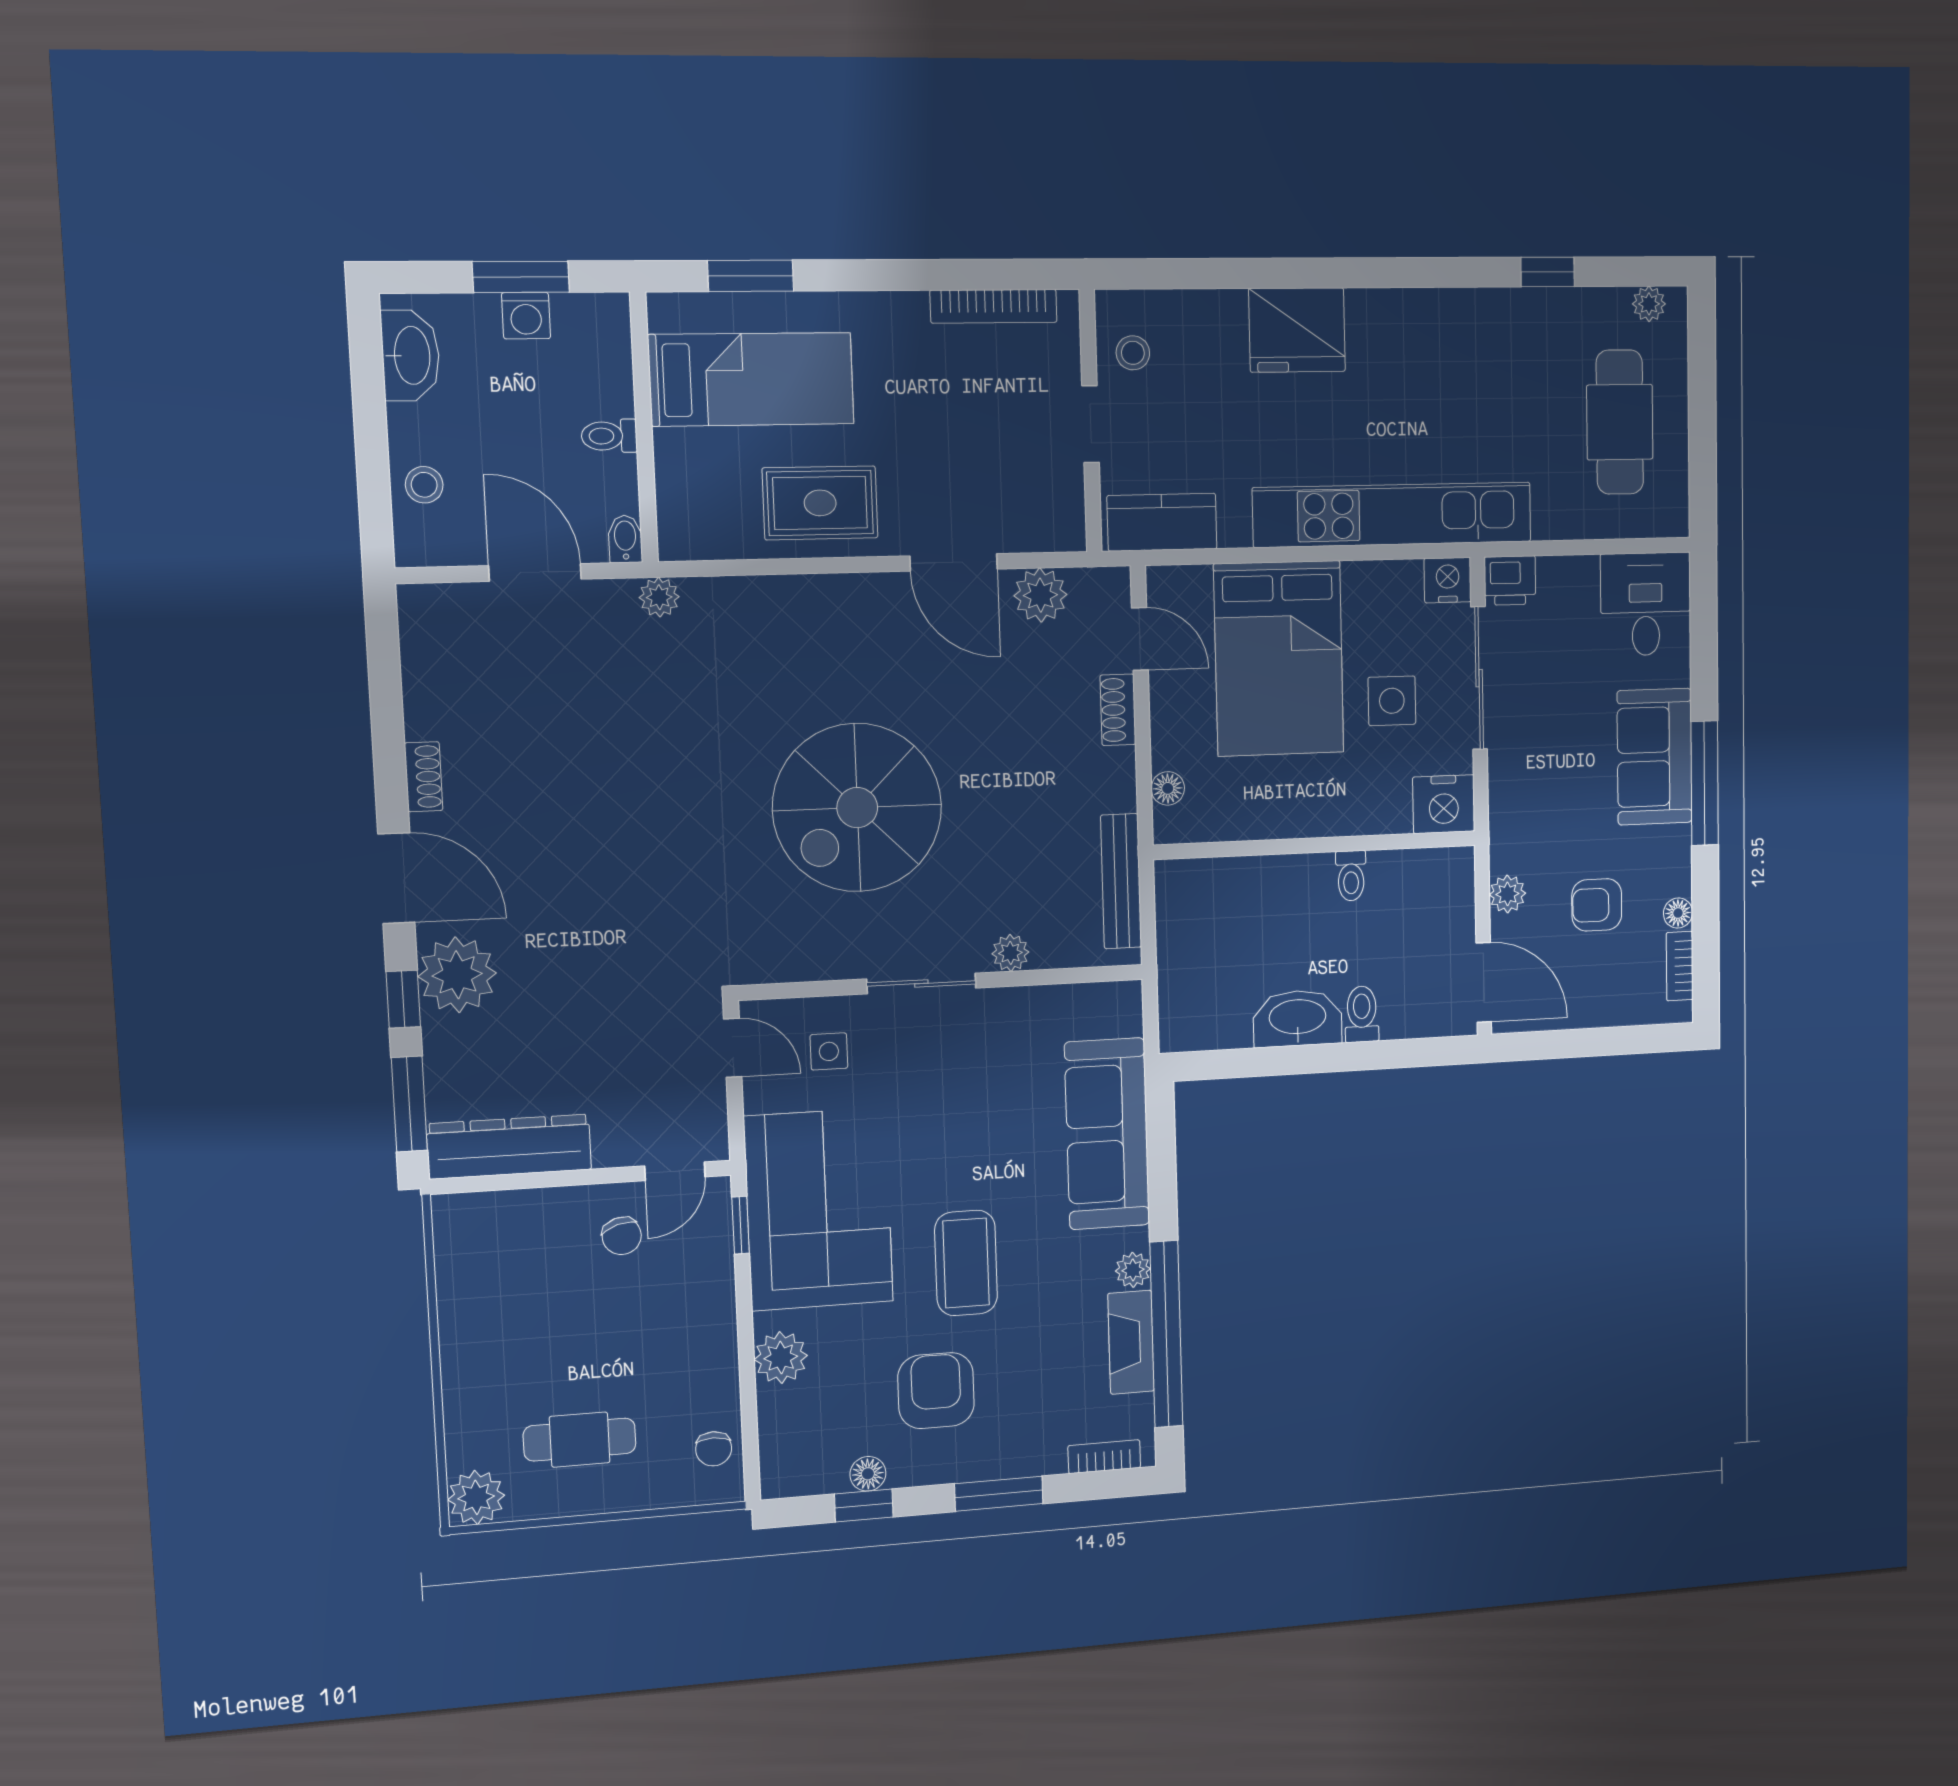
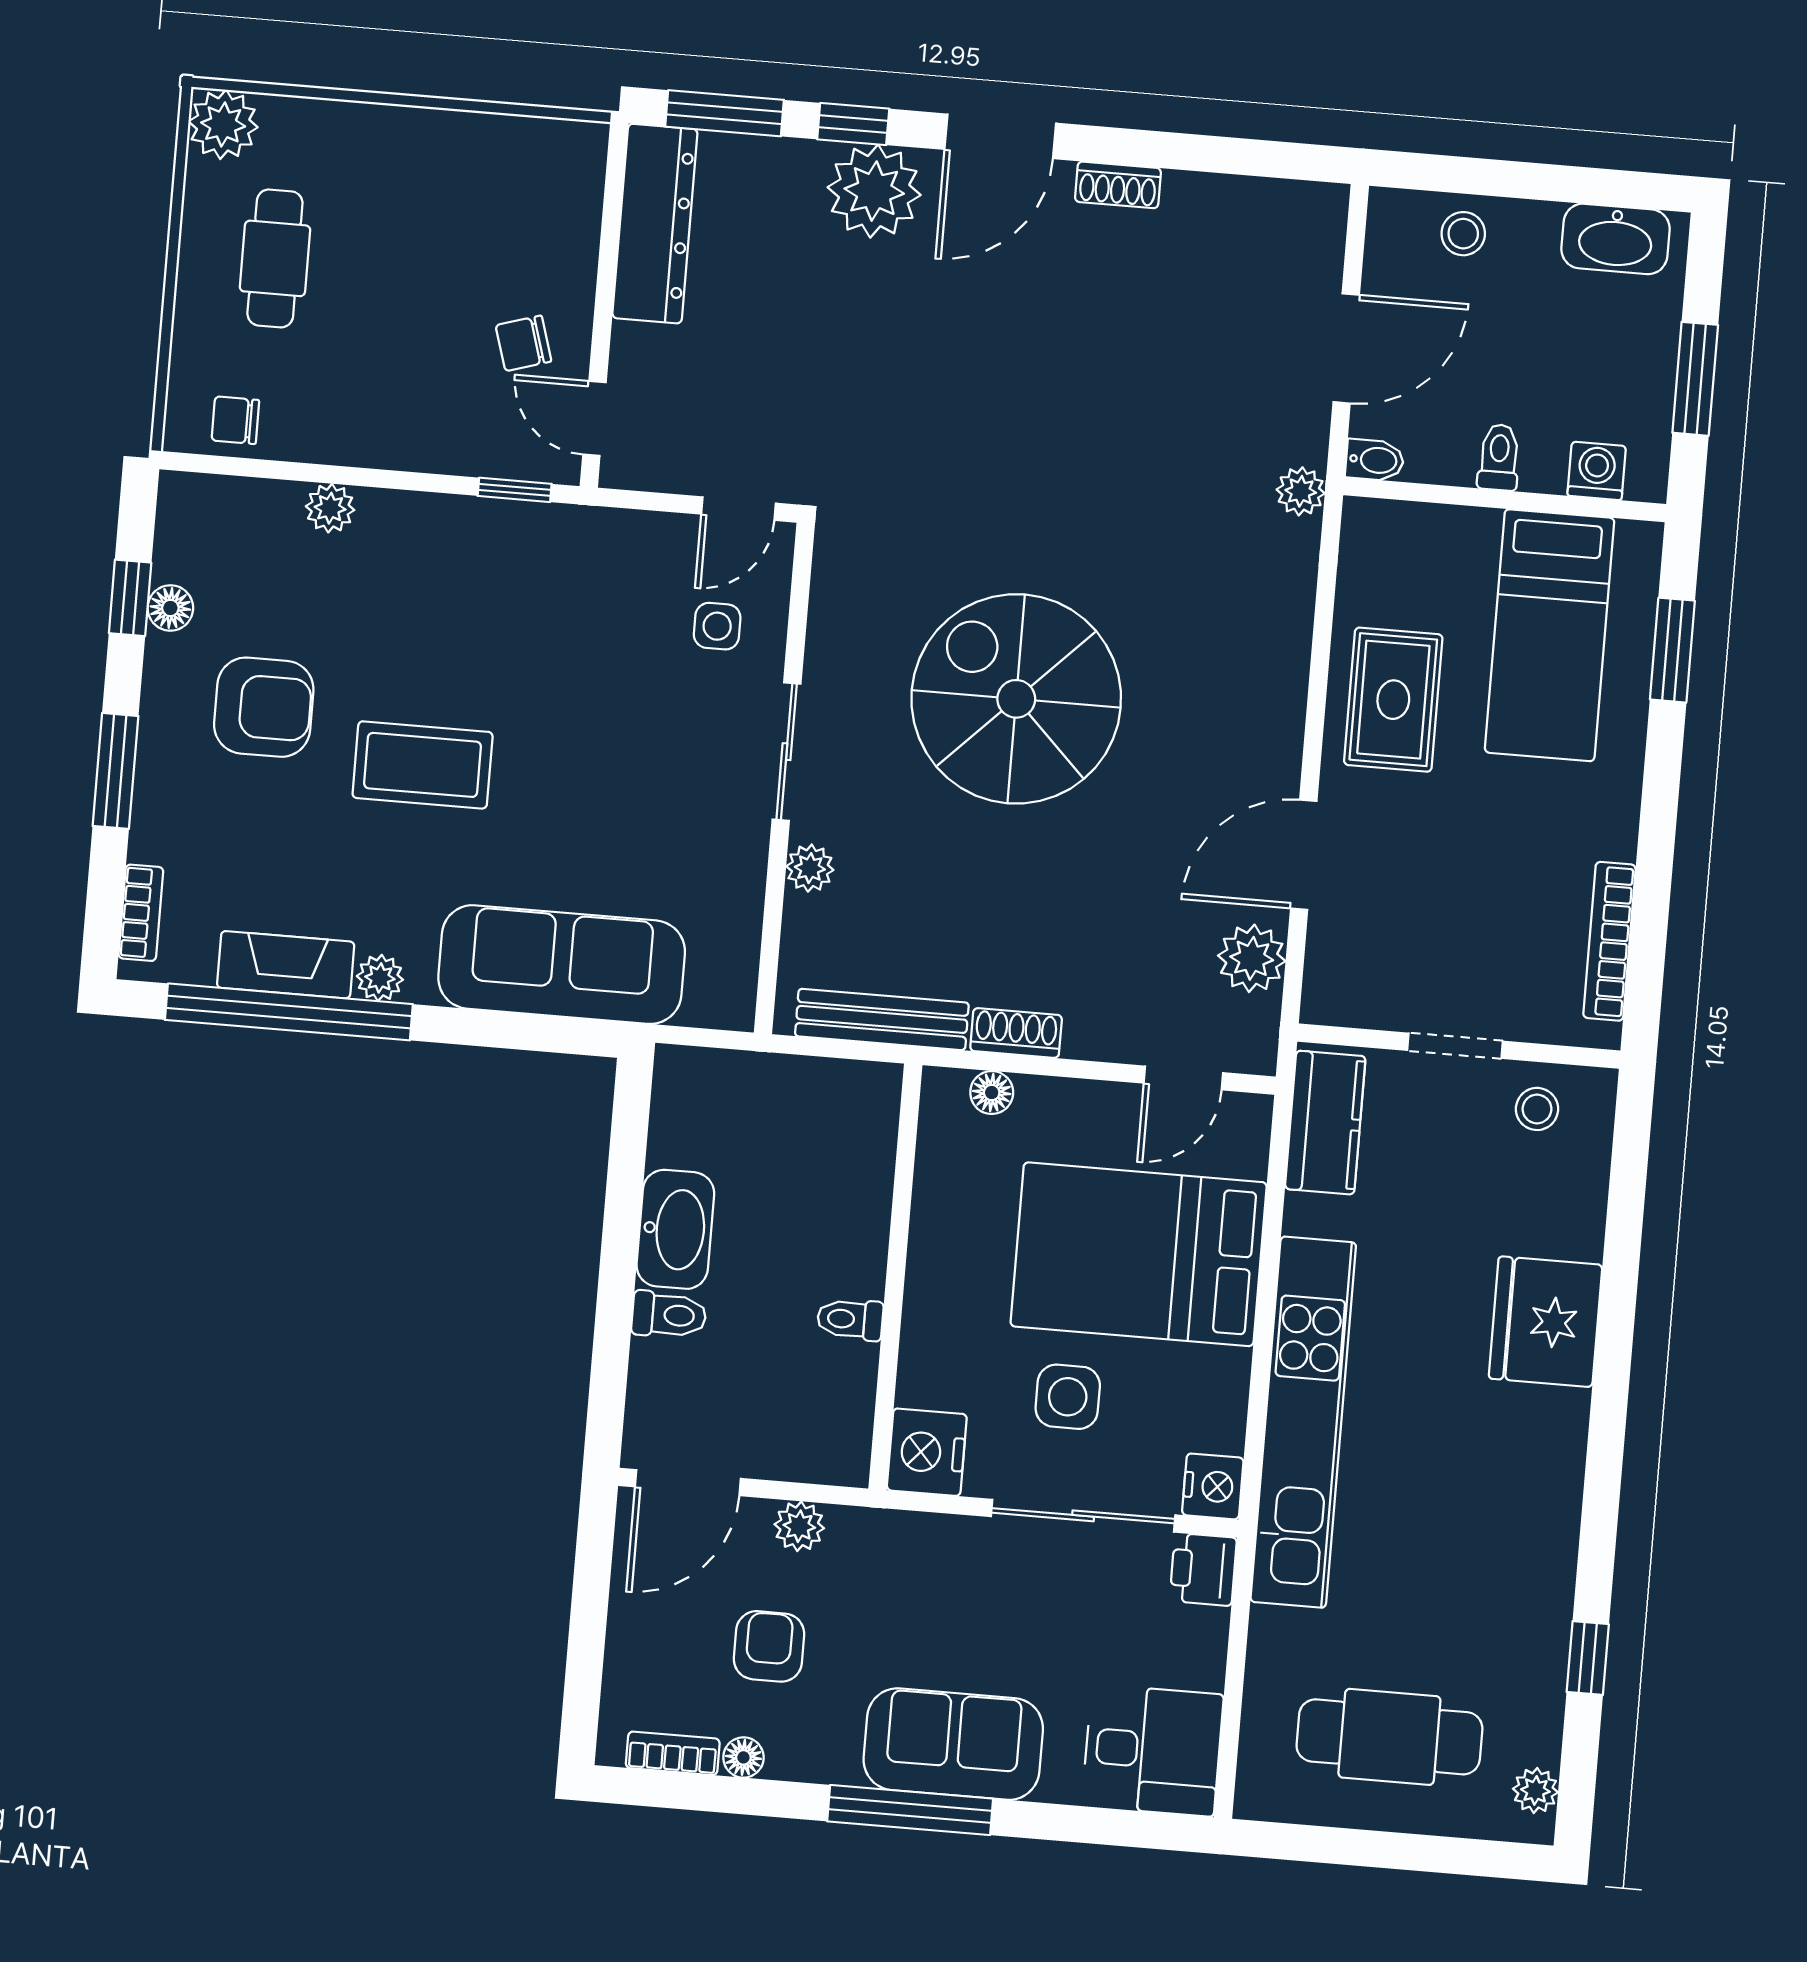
washing machine: (526, 316) -> (1597, 471), moved, turned 90
shoe rack: (1118, 710) -> (1016, 1033), moved
corner sofa: (819, 1209) -> (520, 589), removed
plant: (781, 1358) -> (330, 508), width x0.73, depth x0.73

